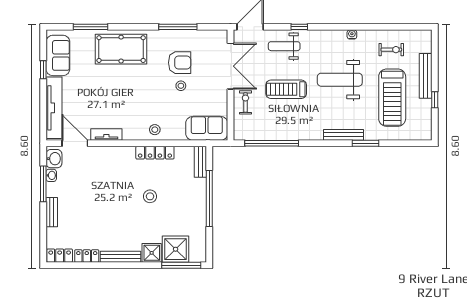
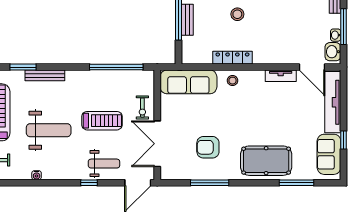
stool: (181, 86) -> (207, 124), removed
sofa: (207, 128) -> (188, 82), width x1.36
bench: (200, 162) -> (187, 20), moved

